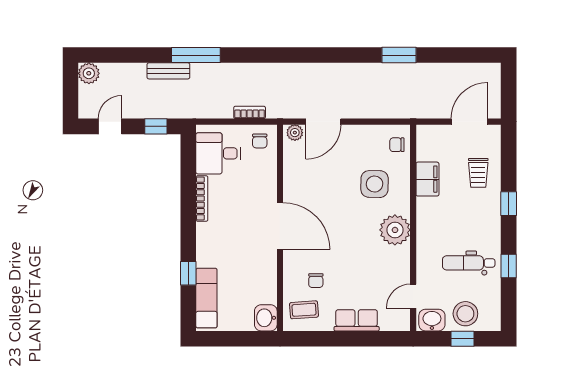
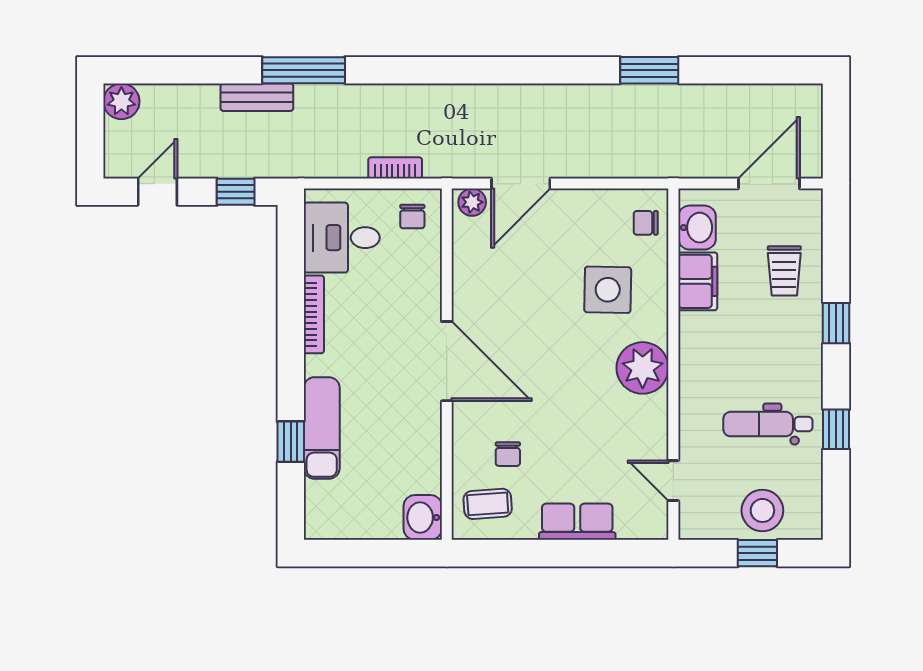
door: (413, 296) -> (673, 481), hinge flipped
exam couch: (206, 298) -> (322, 428), moved
washbasin: (432, 320) -> (697, 228), moved, turned 90

